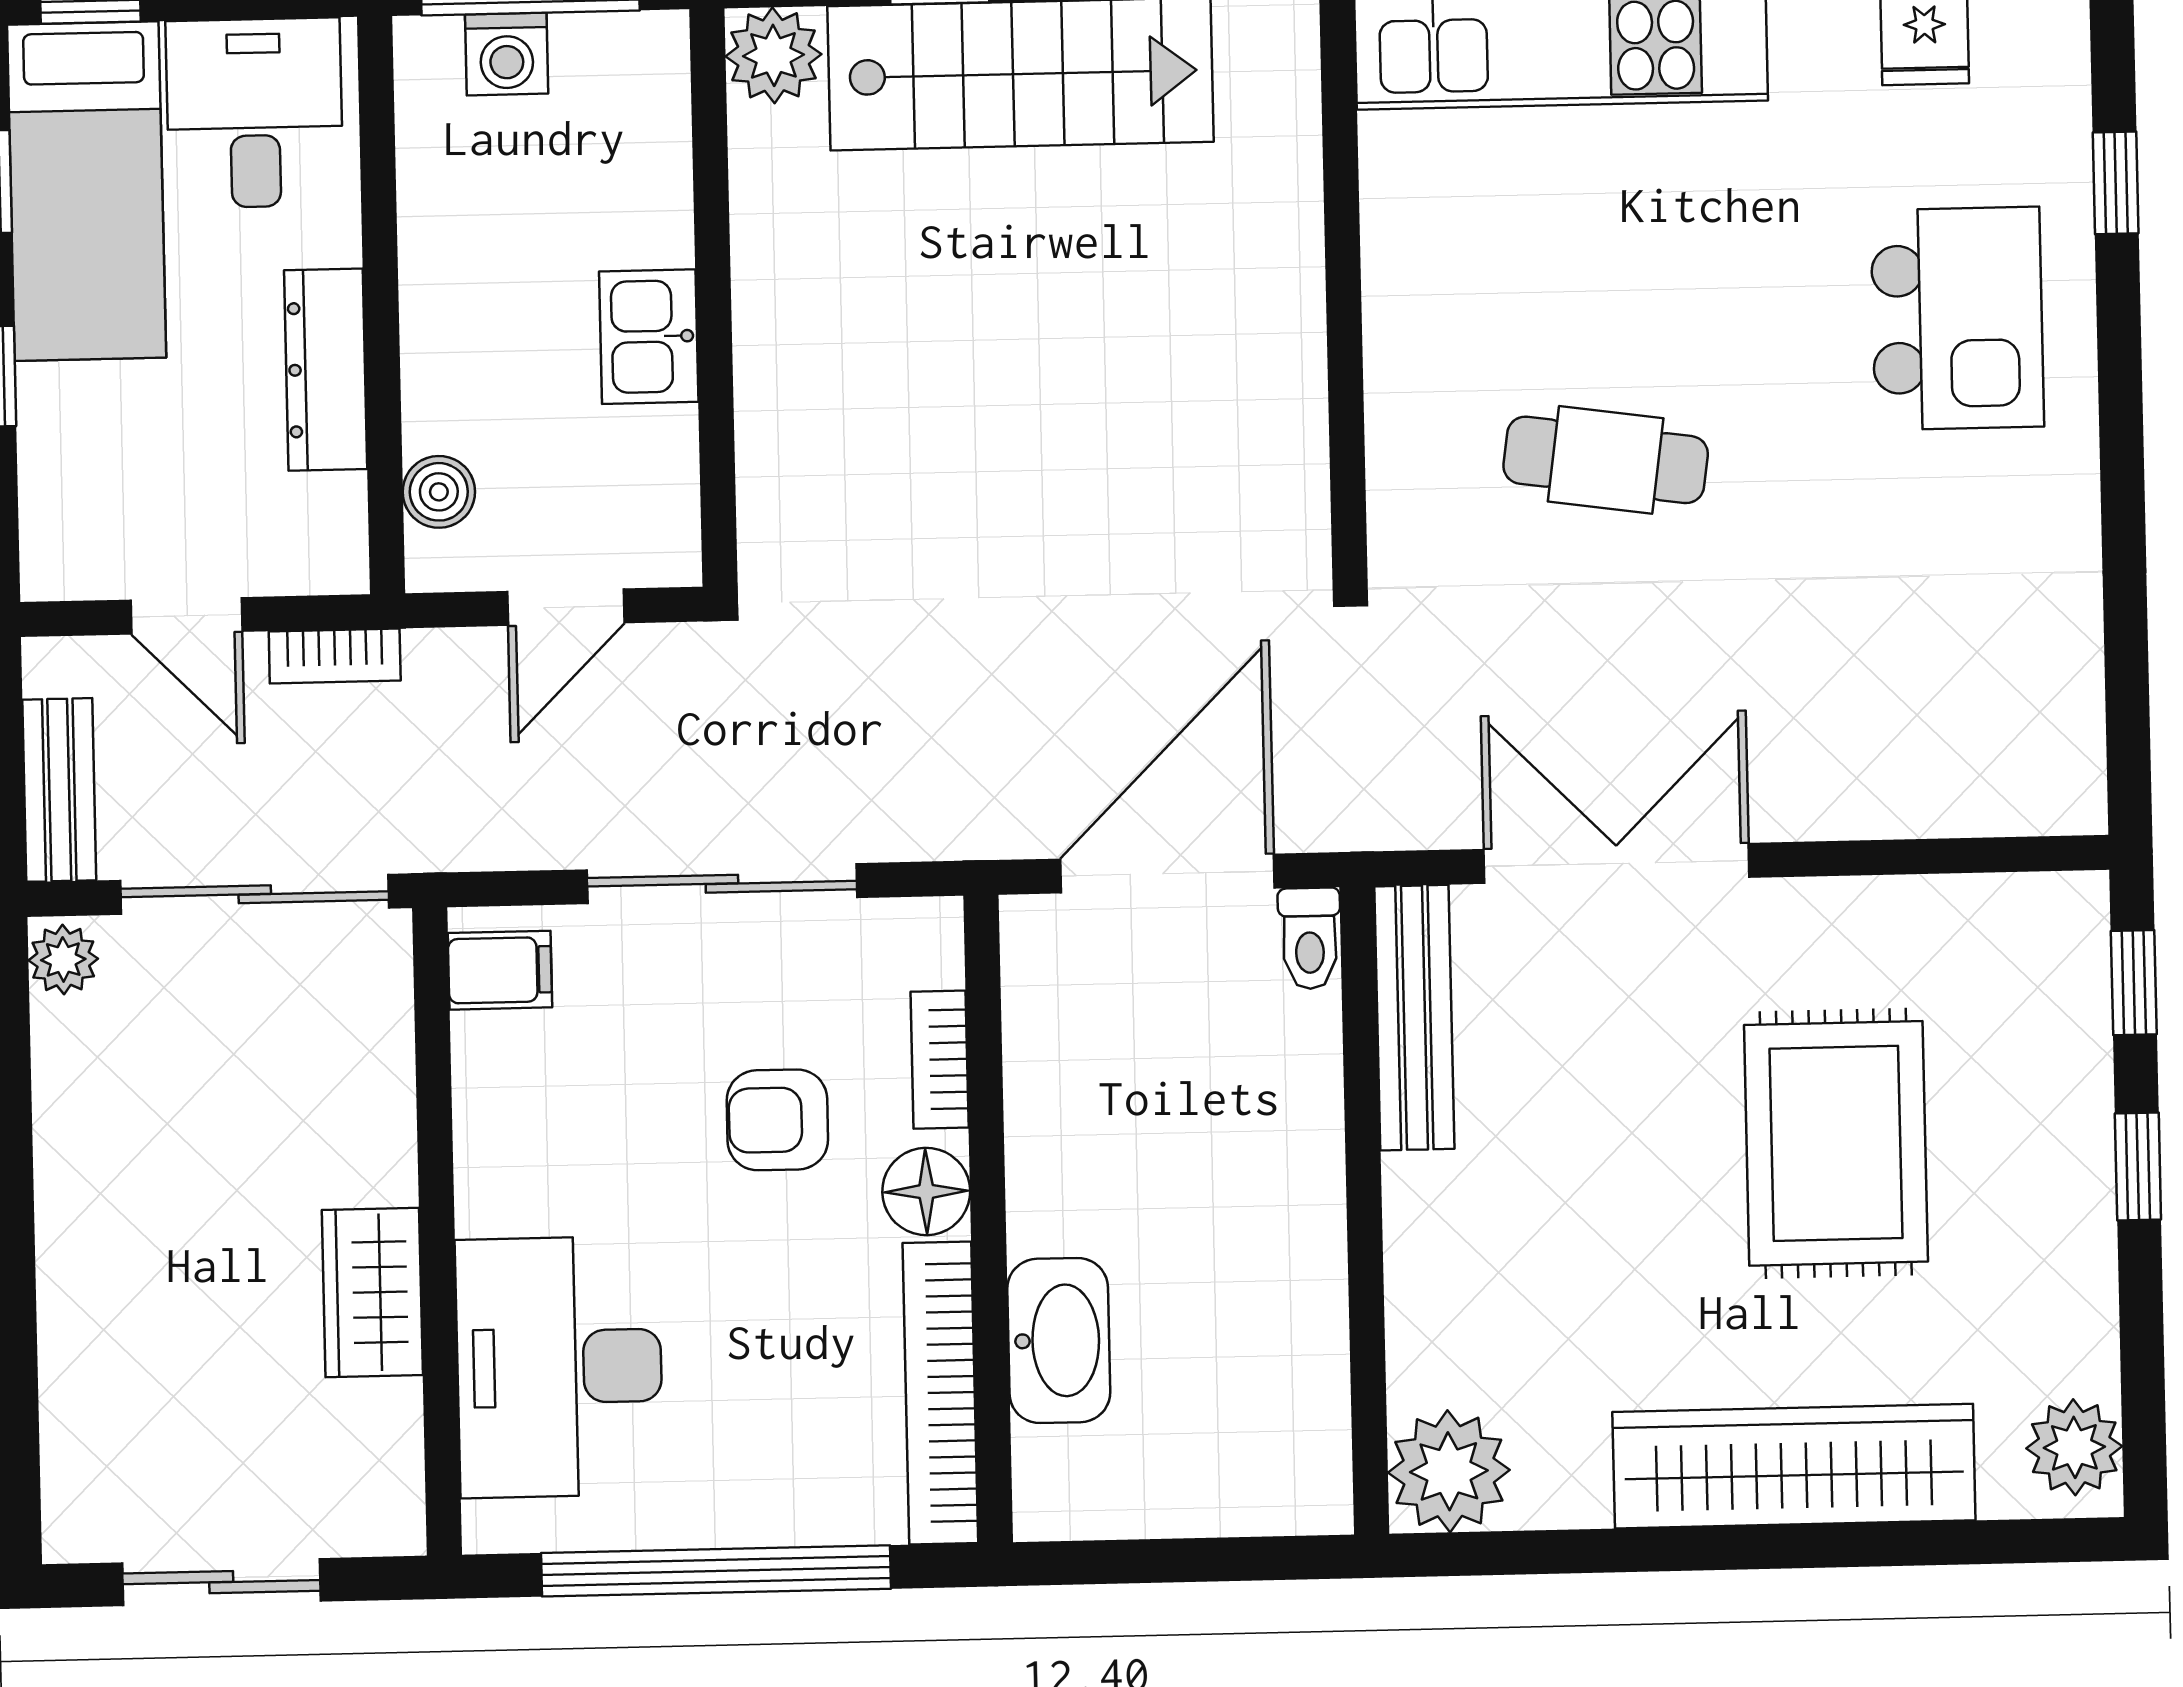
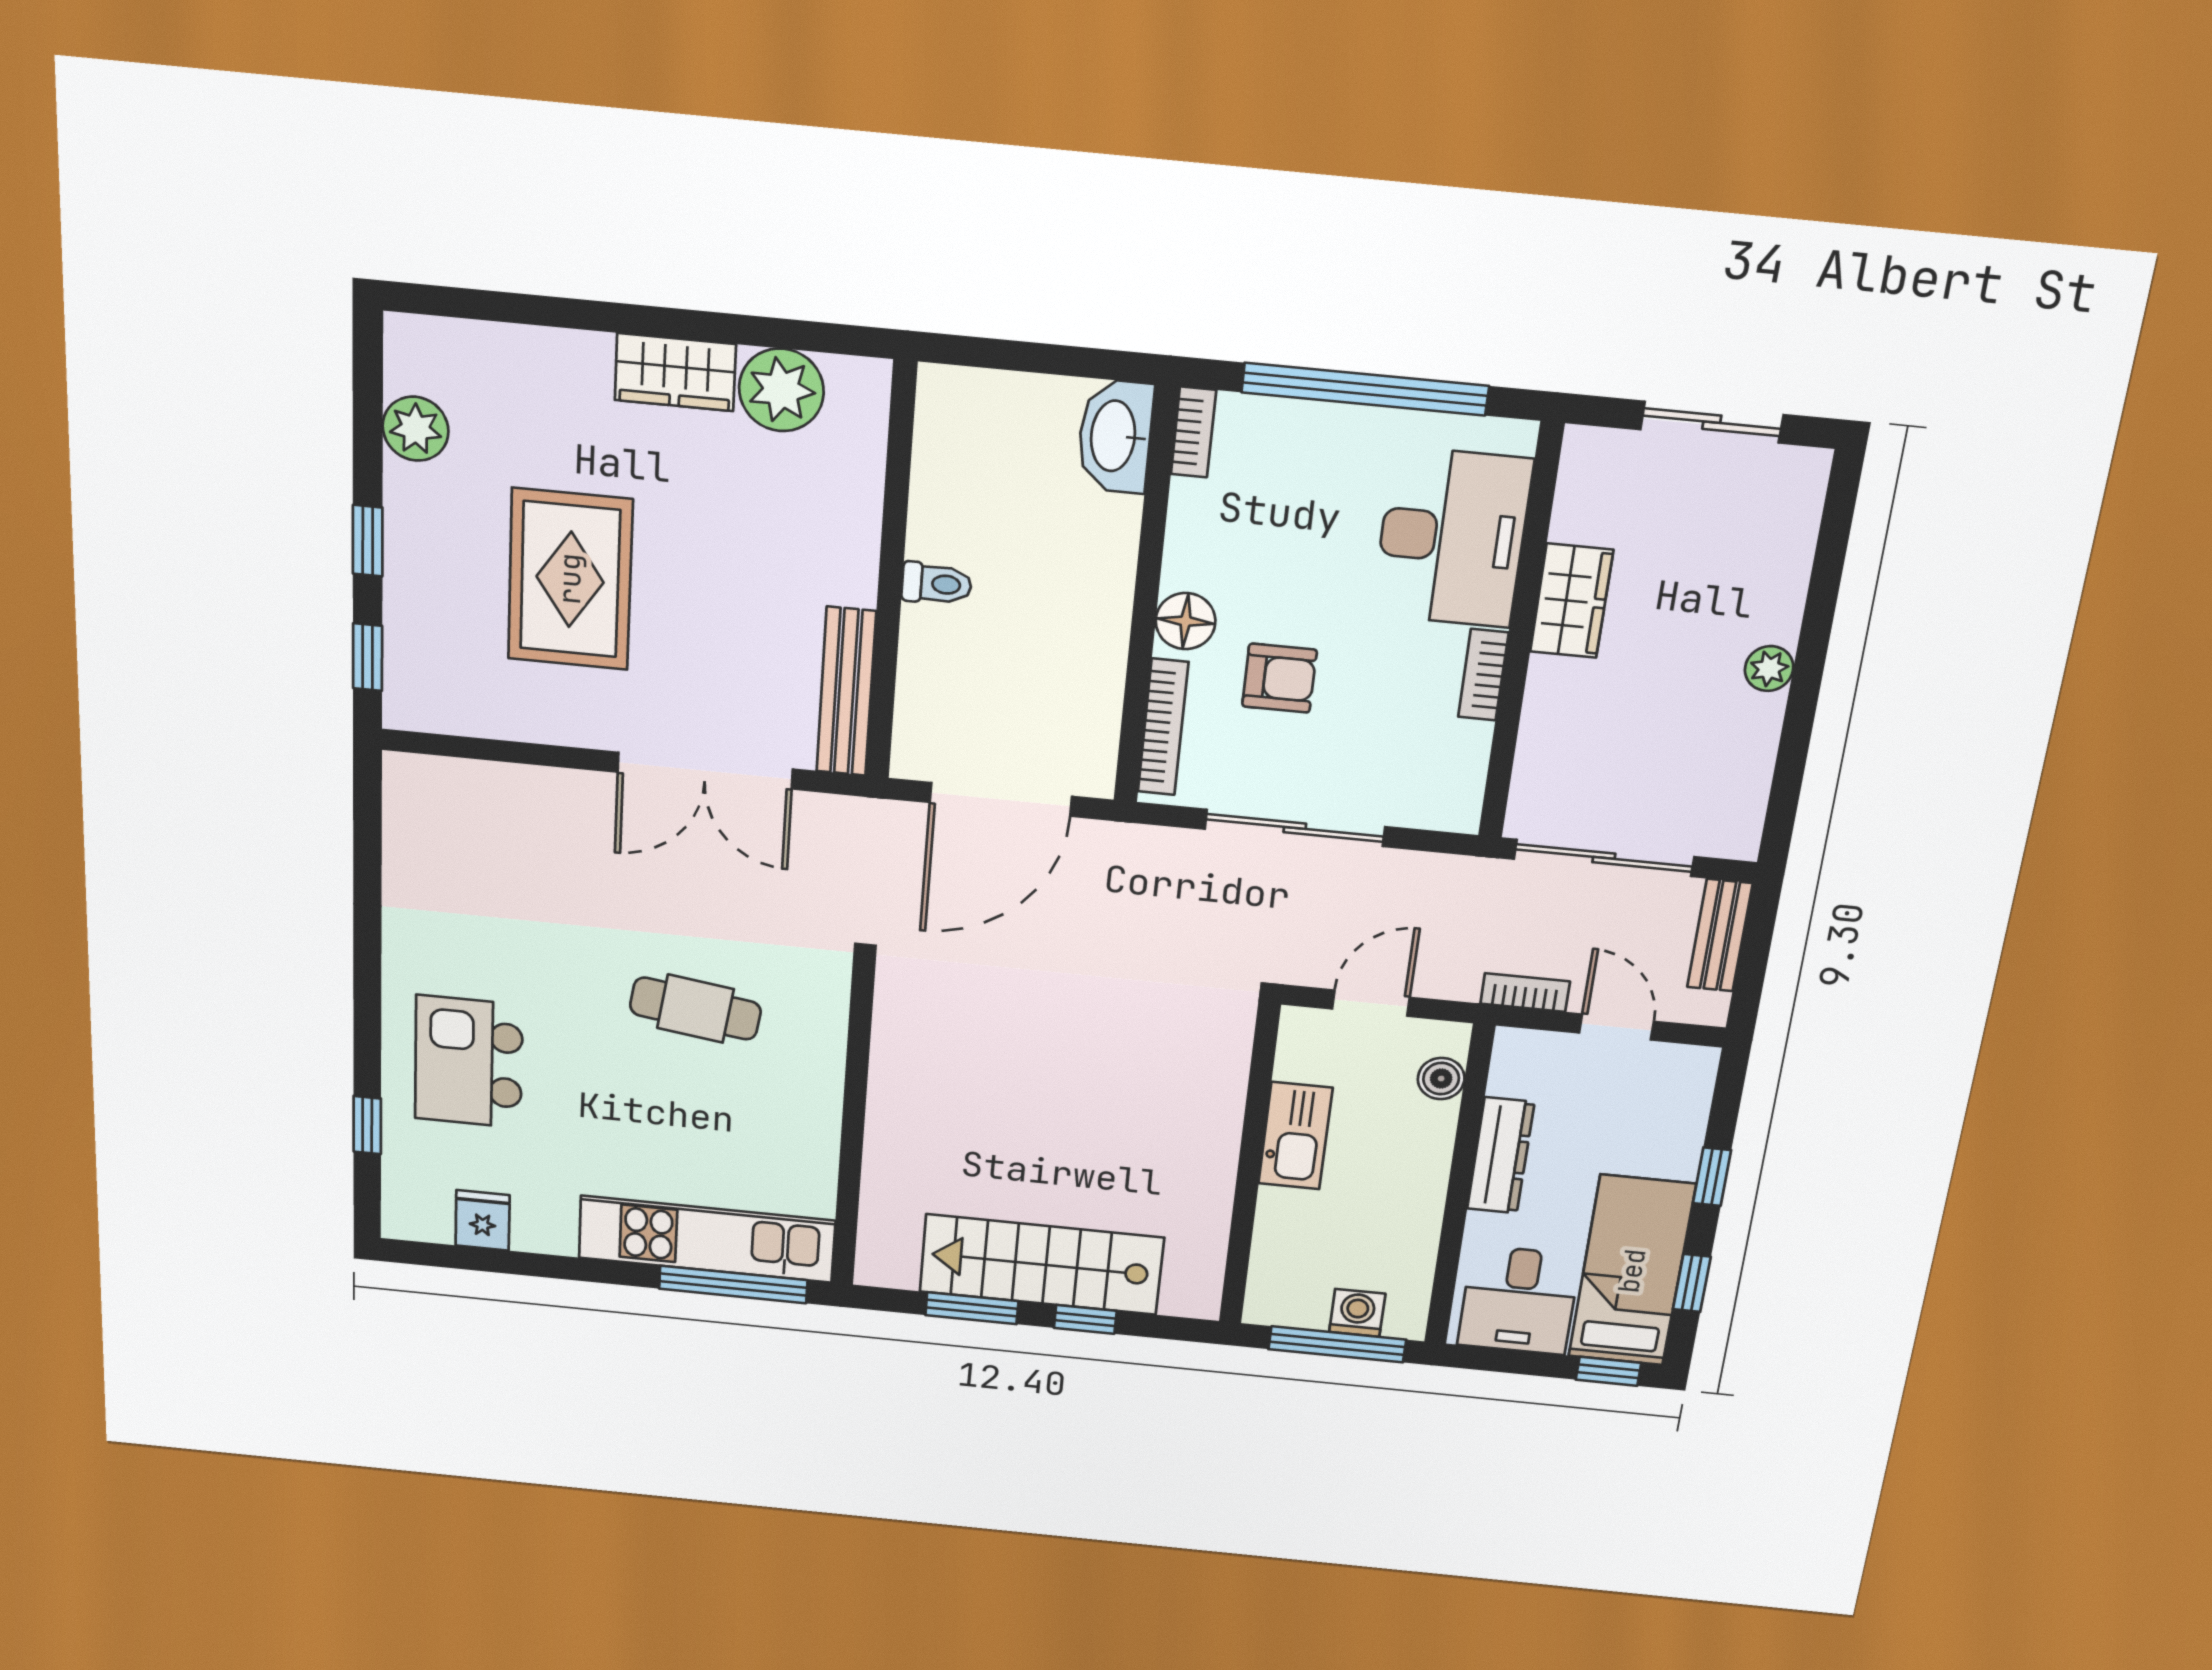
plant: (773, 55) -> (1193, 1293), removed
kitchen sink: (649, 337) -> (1295, 1136), width x1.38
toilet: (1310, 938) -> (937, 584), moved, turned 90
plant: (63, 959) -> (1769, 669), moved
filing cabinet: (500, 970) -> (1450, 793), removed
bookcase: (940, 1060) -> (1163, 727), width x1.56
bookcase: (481, 1163) -> (1483, 675), added
washbasin: (1059, 1340) -> (1115, 436), moved
bookcase: (940, 1393) -> (1193, 432), width x0.43, depth x0.76
plant: (2074, 1447) -> (416, 429), moved
wardrobe: (1794, 1466) -> (675, 372), width x0.48, depth x0.85
plant: (1449, 1471) -> (781, 390), moved

